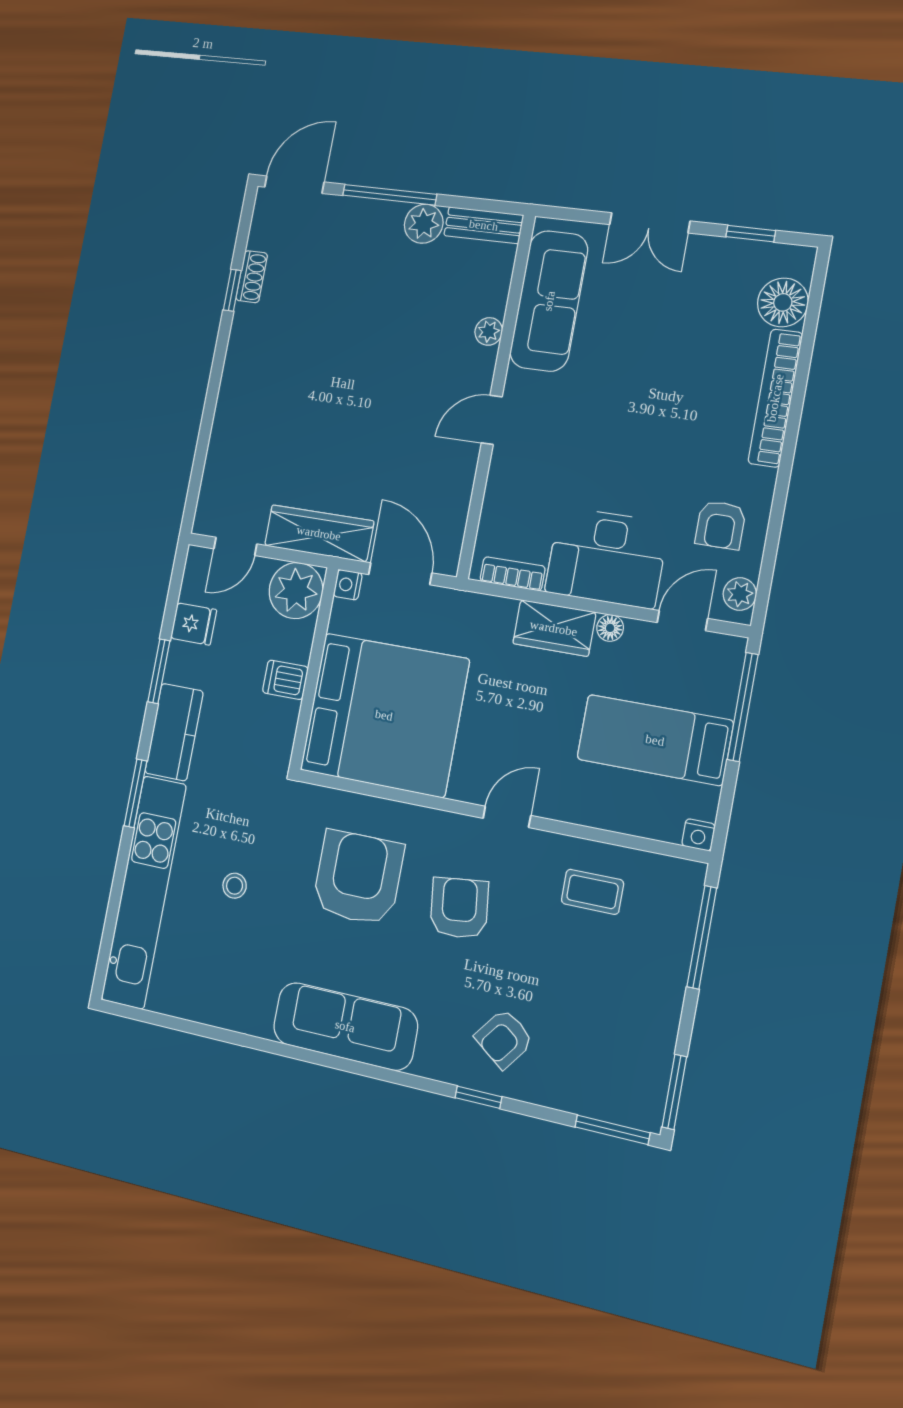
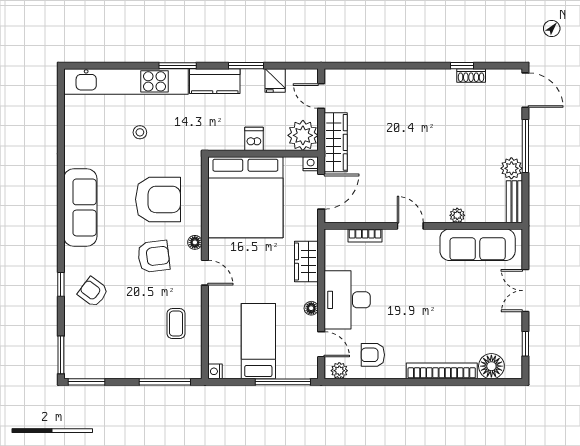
bookcase: (513, 574) -> (365, 235), moved, turned 90
wardrobe: (554, 628) -> (306, 261), moved
floor lamp: (448, 825) -> (195, 242), added

